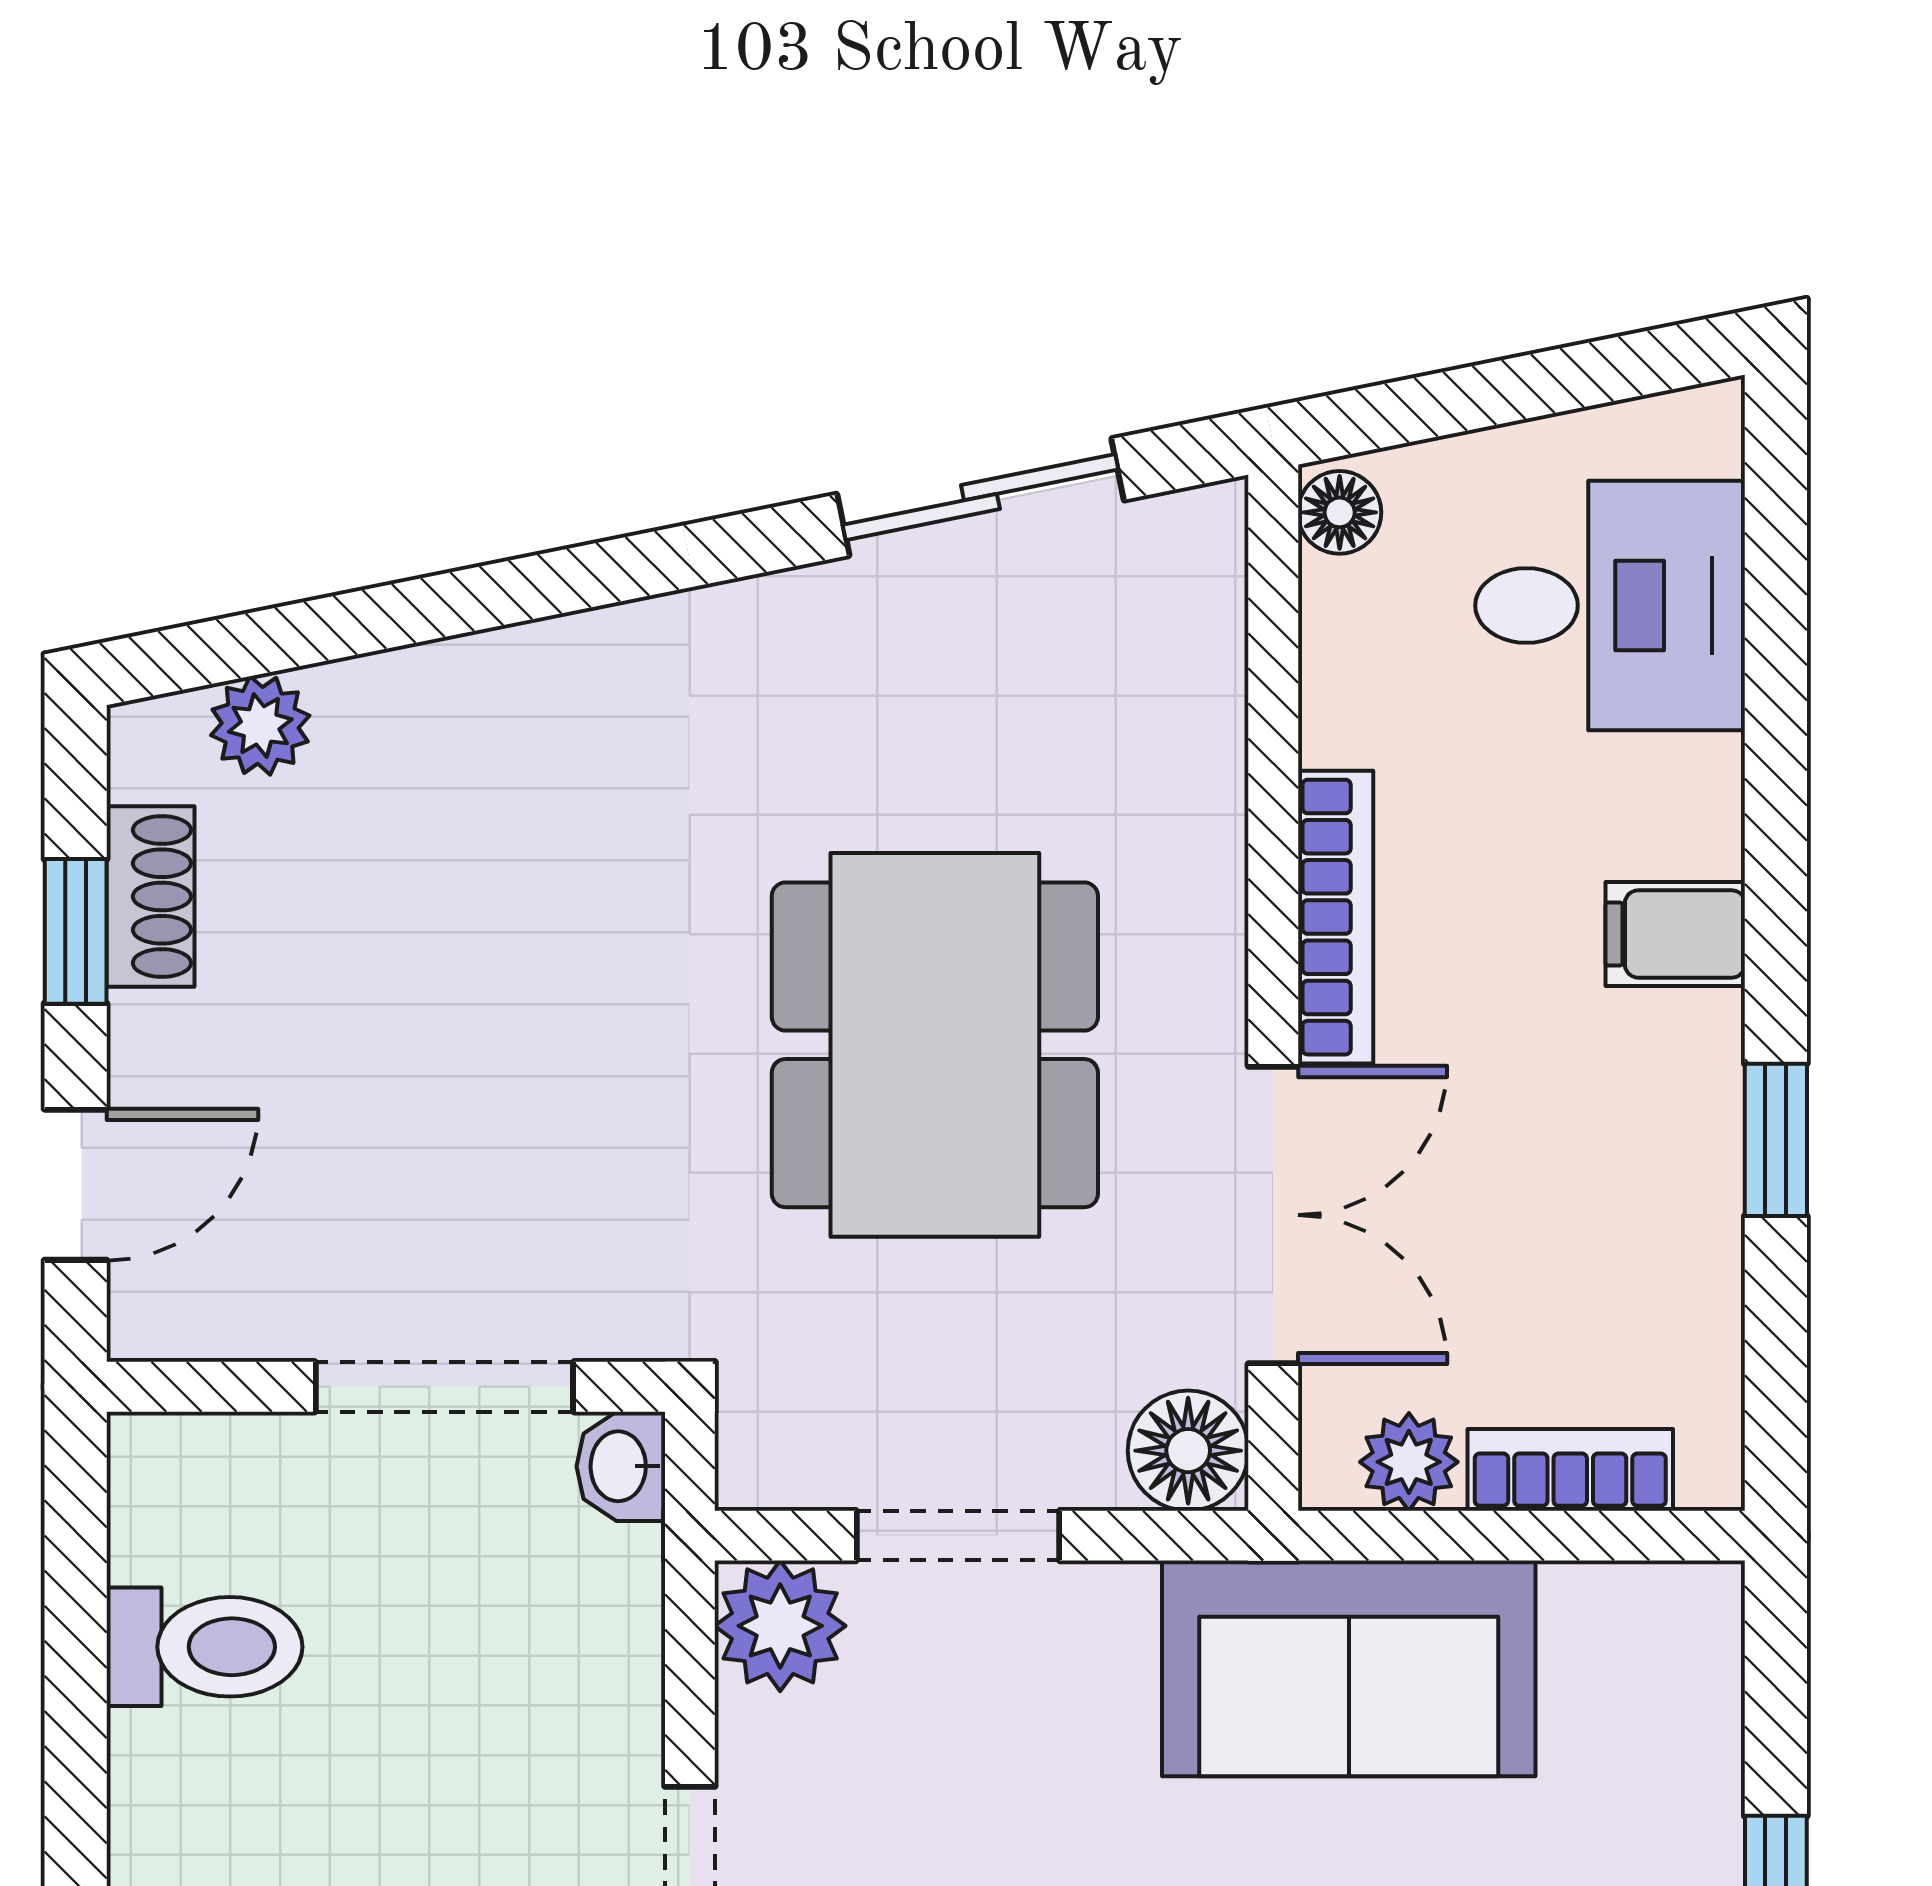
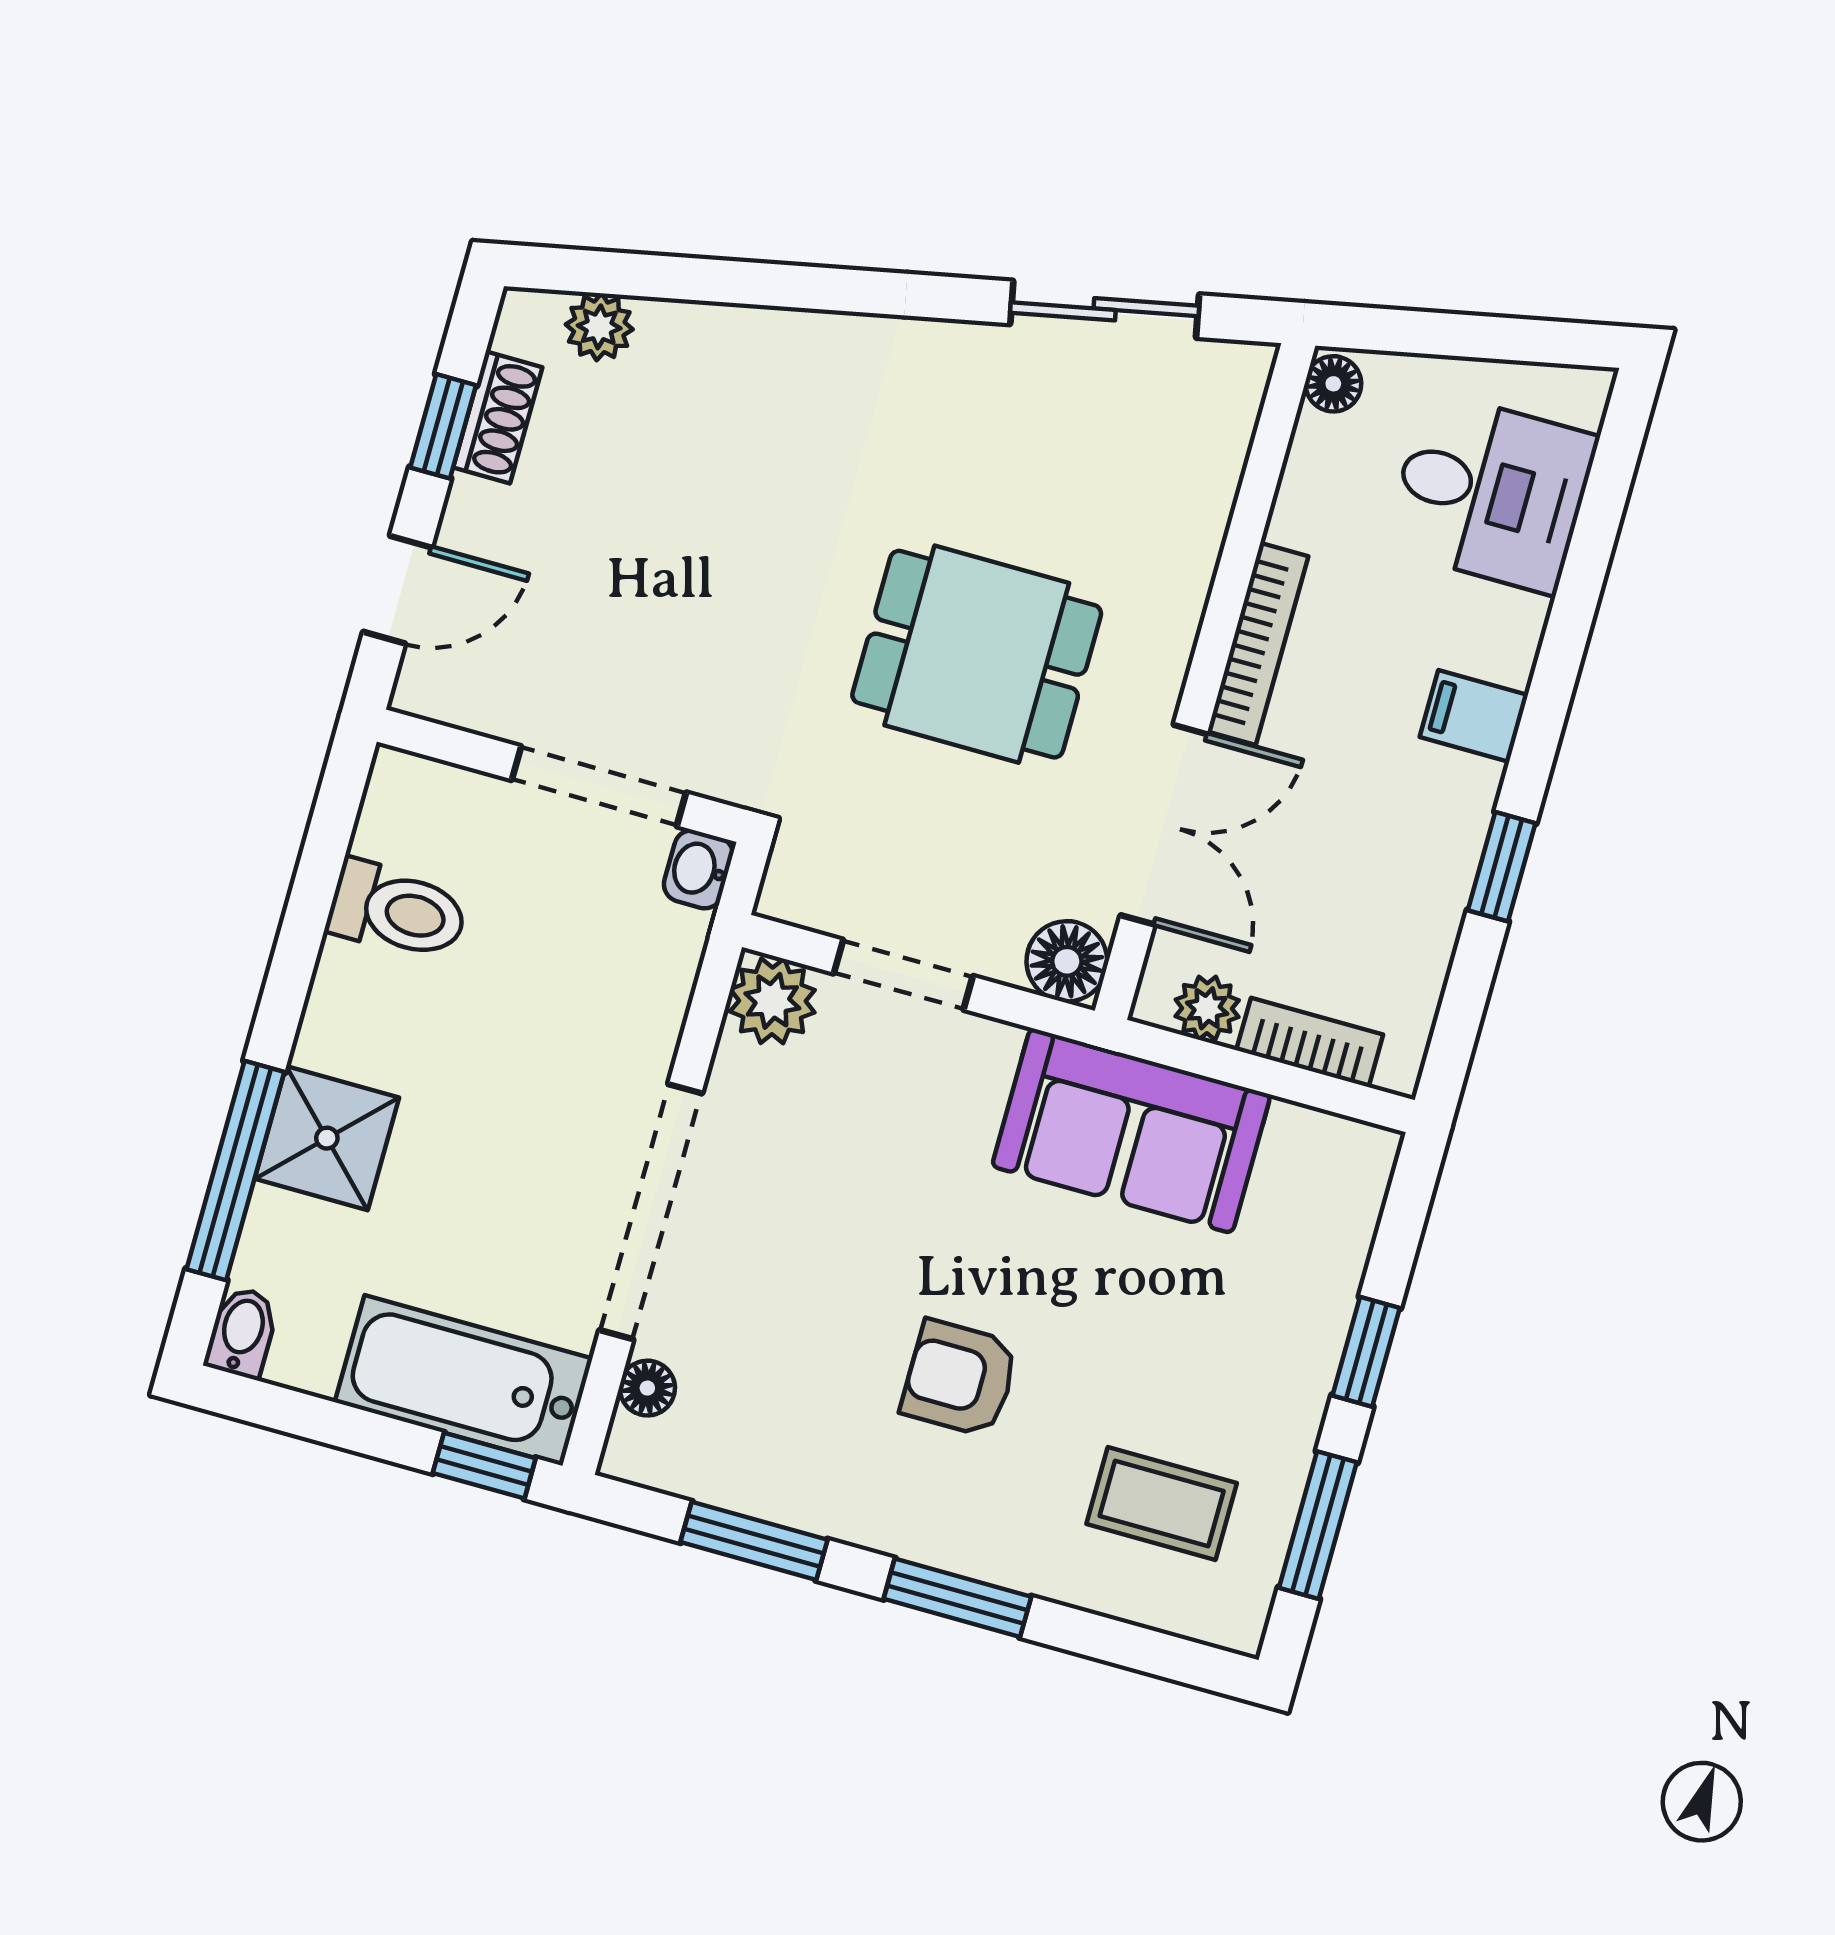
dining table: (935, 1045) -> (977, 654), width x0.73

